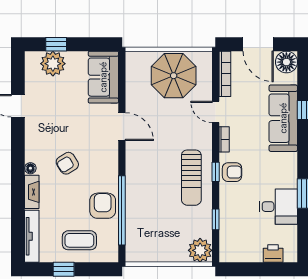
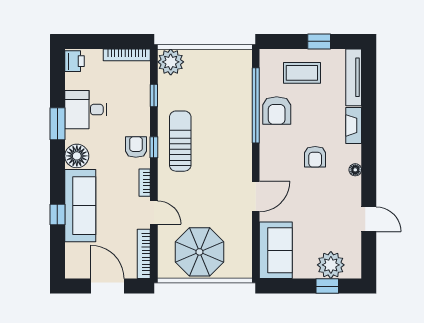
floor lamp: (286, 62) -> (77, 156), moved
door: (122, 127) -> (256, 196), swing flipped
armchair: (67, 163) -> (315, 157), turned 122
floor lamp: (30, 168) -> (355, 170), moved
armchair: (232, 172) -> (136, 147), turned 90
printer: (273, 254) -> (74, 61), moved, turned -90
bookcase: (240, 257) -> (127, 55), added

